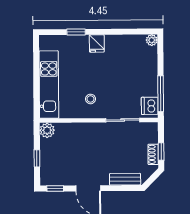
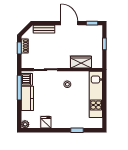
fridge: (97, 43) -> (46, 122), moved
kitchen counter: (149, 78) -> (27, 98), added
plant: (47, 130) -> (97, 63), removed
wardrobe: (71, 131) -> (81, 62), added

